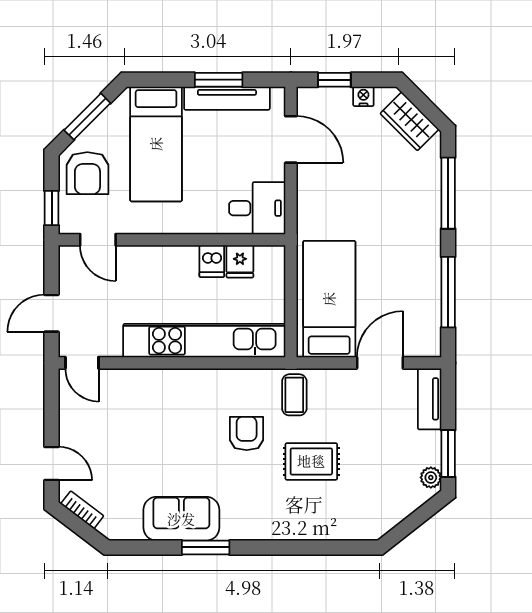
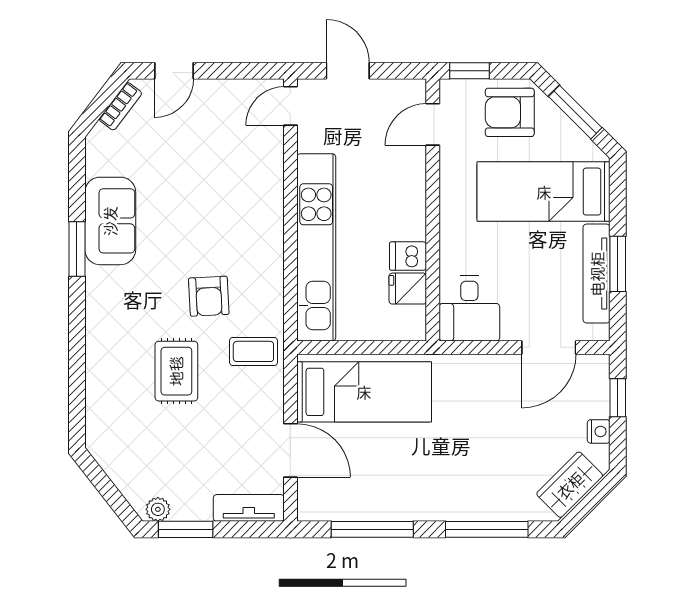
armchair: (247, 434) -> (209, 296), turned 87

